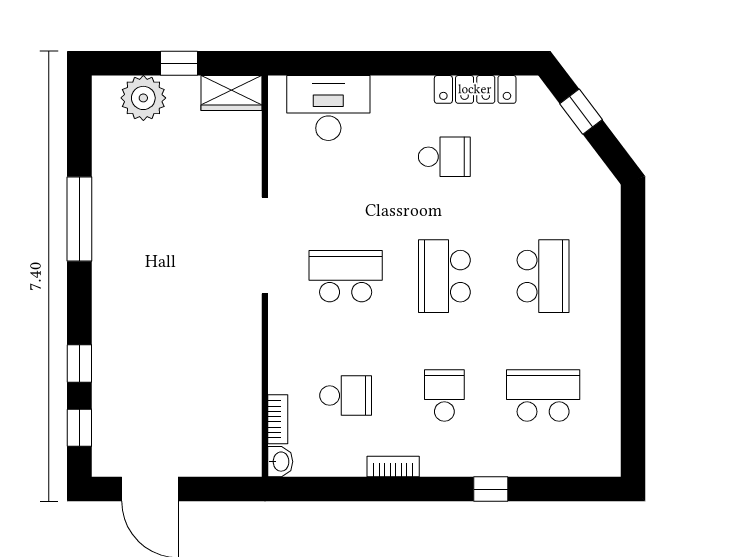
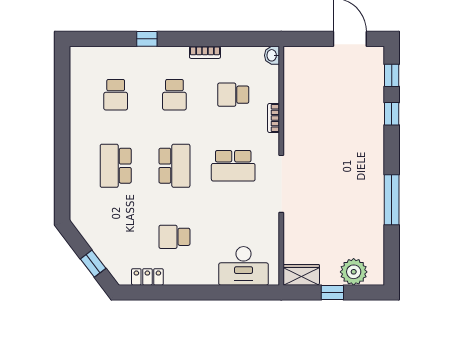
locker: (475, 89) -> (147, 277), width x0.66
school desk: (543, 396) -> (116, 95), width x0.54
bookcase: (278, 419) -> (274, 118), moved

